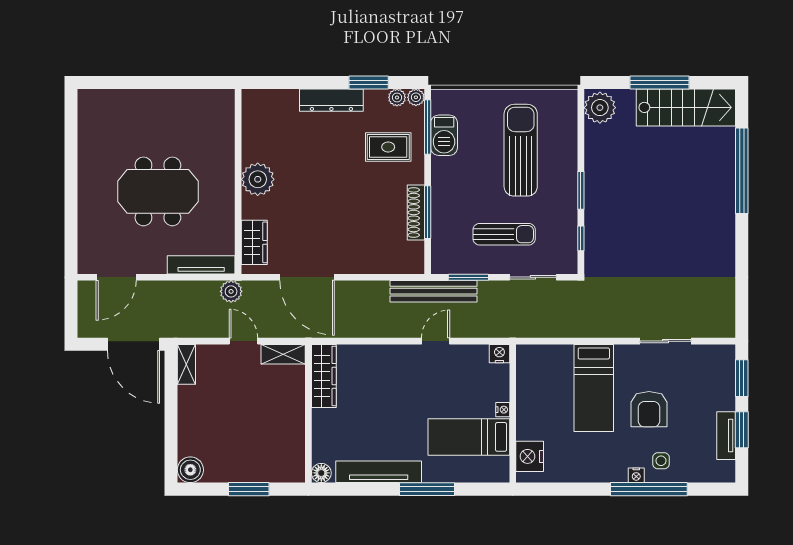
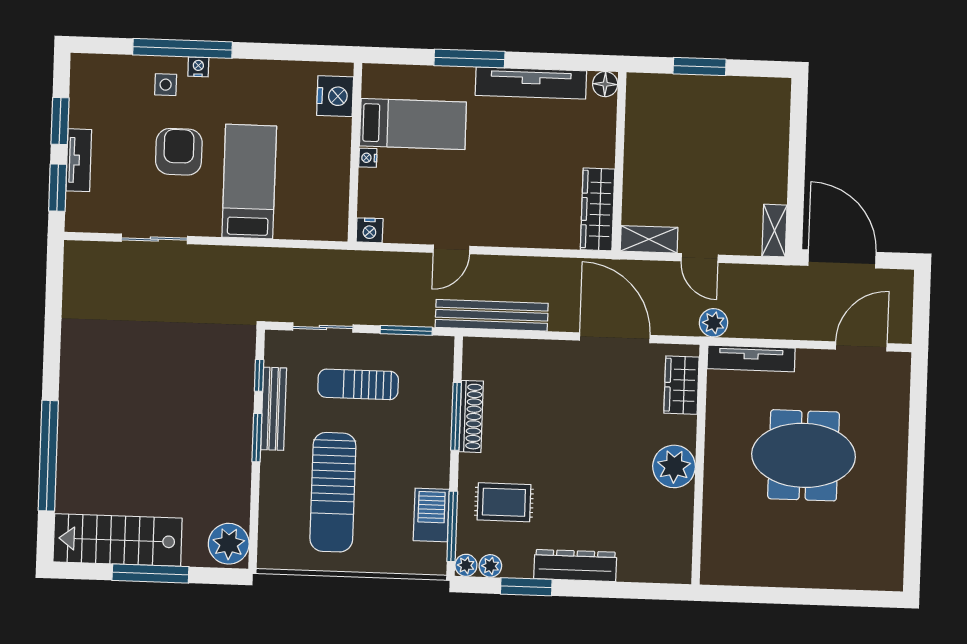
bench: (569, 213) -> (274, 409), added
bench: (433, 291) -> (492, 315), moved
tv unit: (726, 436) -> (79, 160), moved
boiler: (190, 470) -> (774, 94), removed

